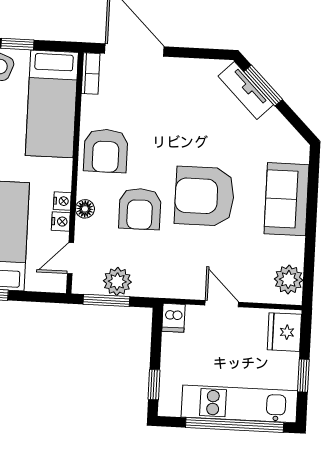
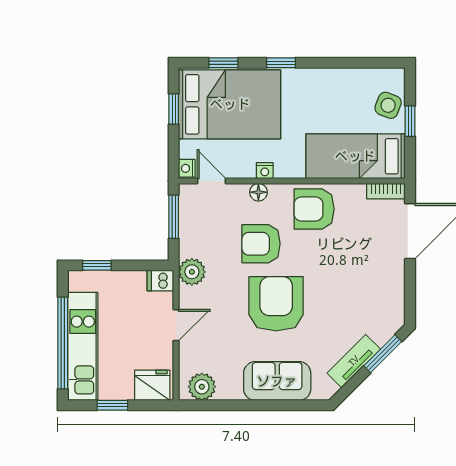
tv unit: (246, 90) -> (354, 361), moved
nightstand: (61, 221) -> (187, 168), moved, turned 90
plant: (117, 281) -> (192, 272), moved

